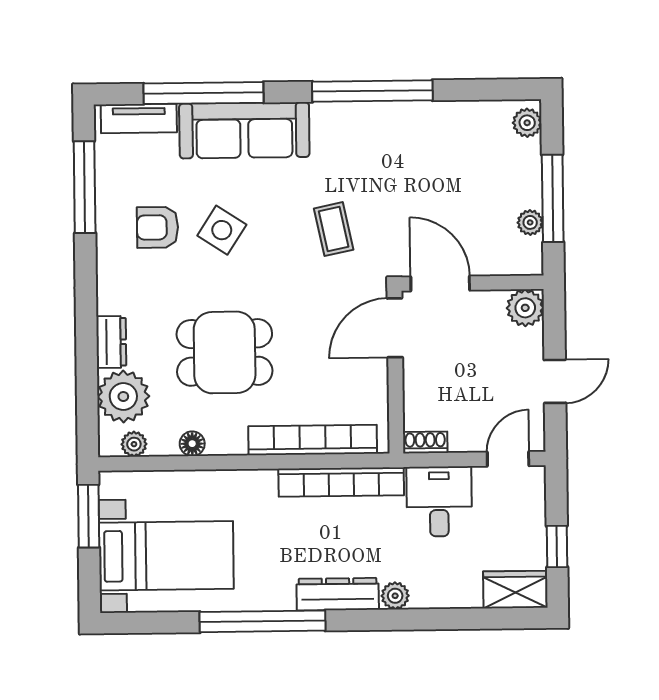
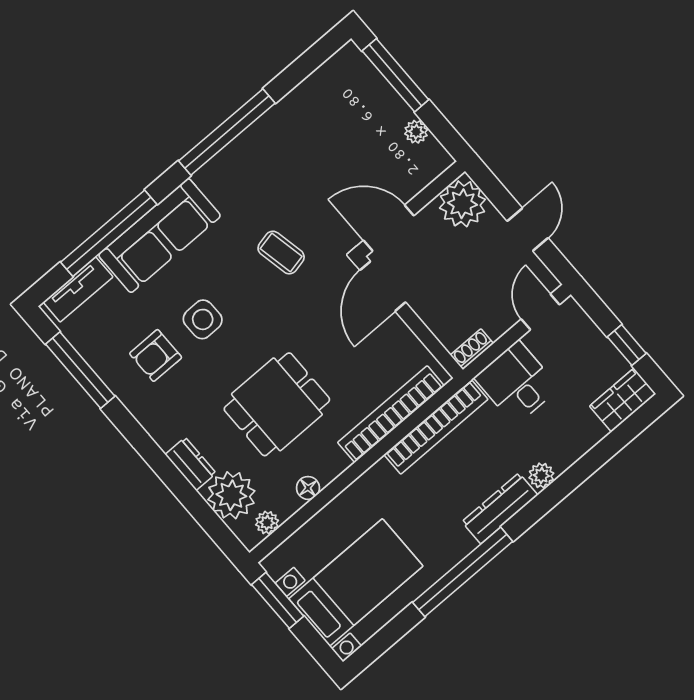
plant: (527, 123) -> (355, 63), removed
window: (553, 198) -> (395, 75), moved
side table: (222, 230) -> (203, 319), turned -34
plant: (525, 308) -> (462, 204), width x1.36, depth x1.36

